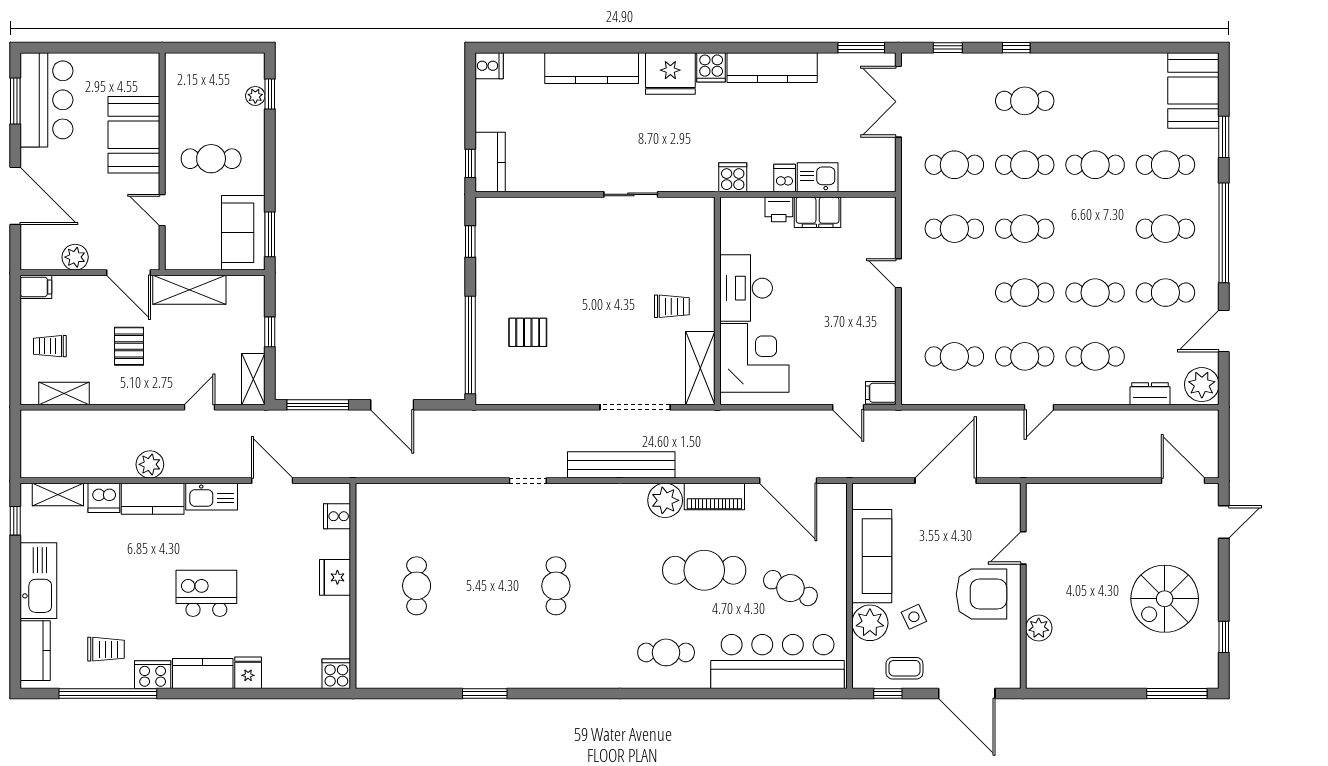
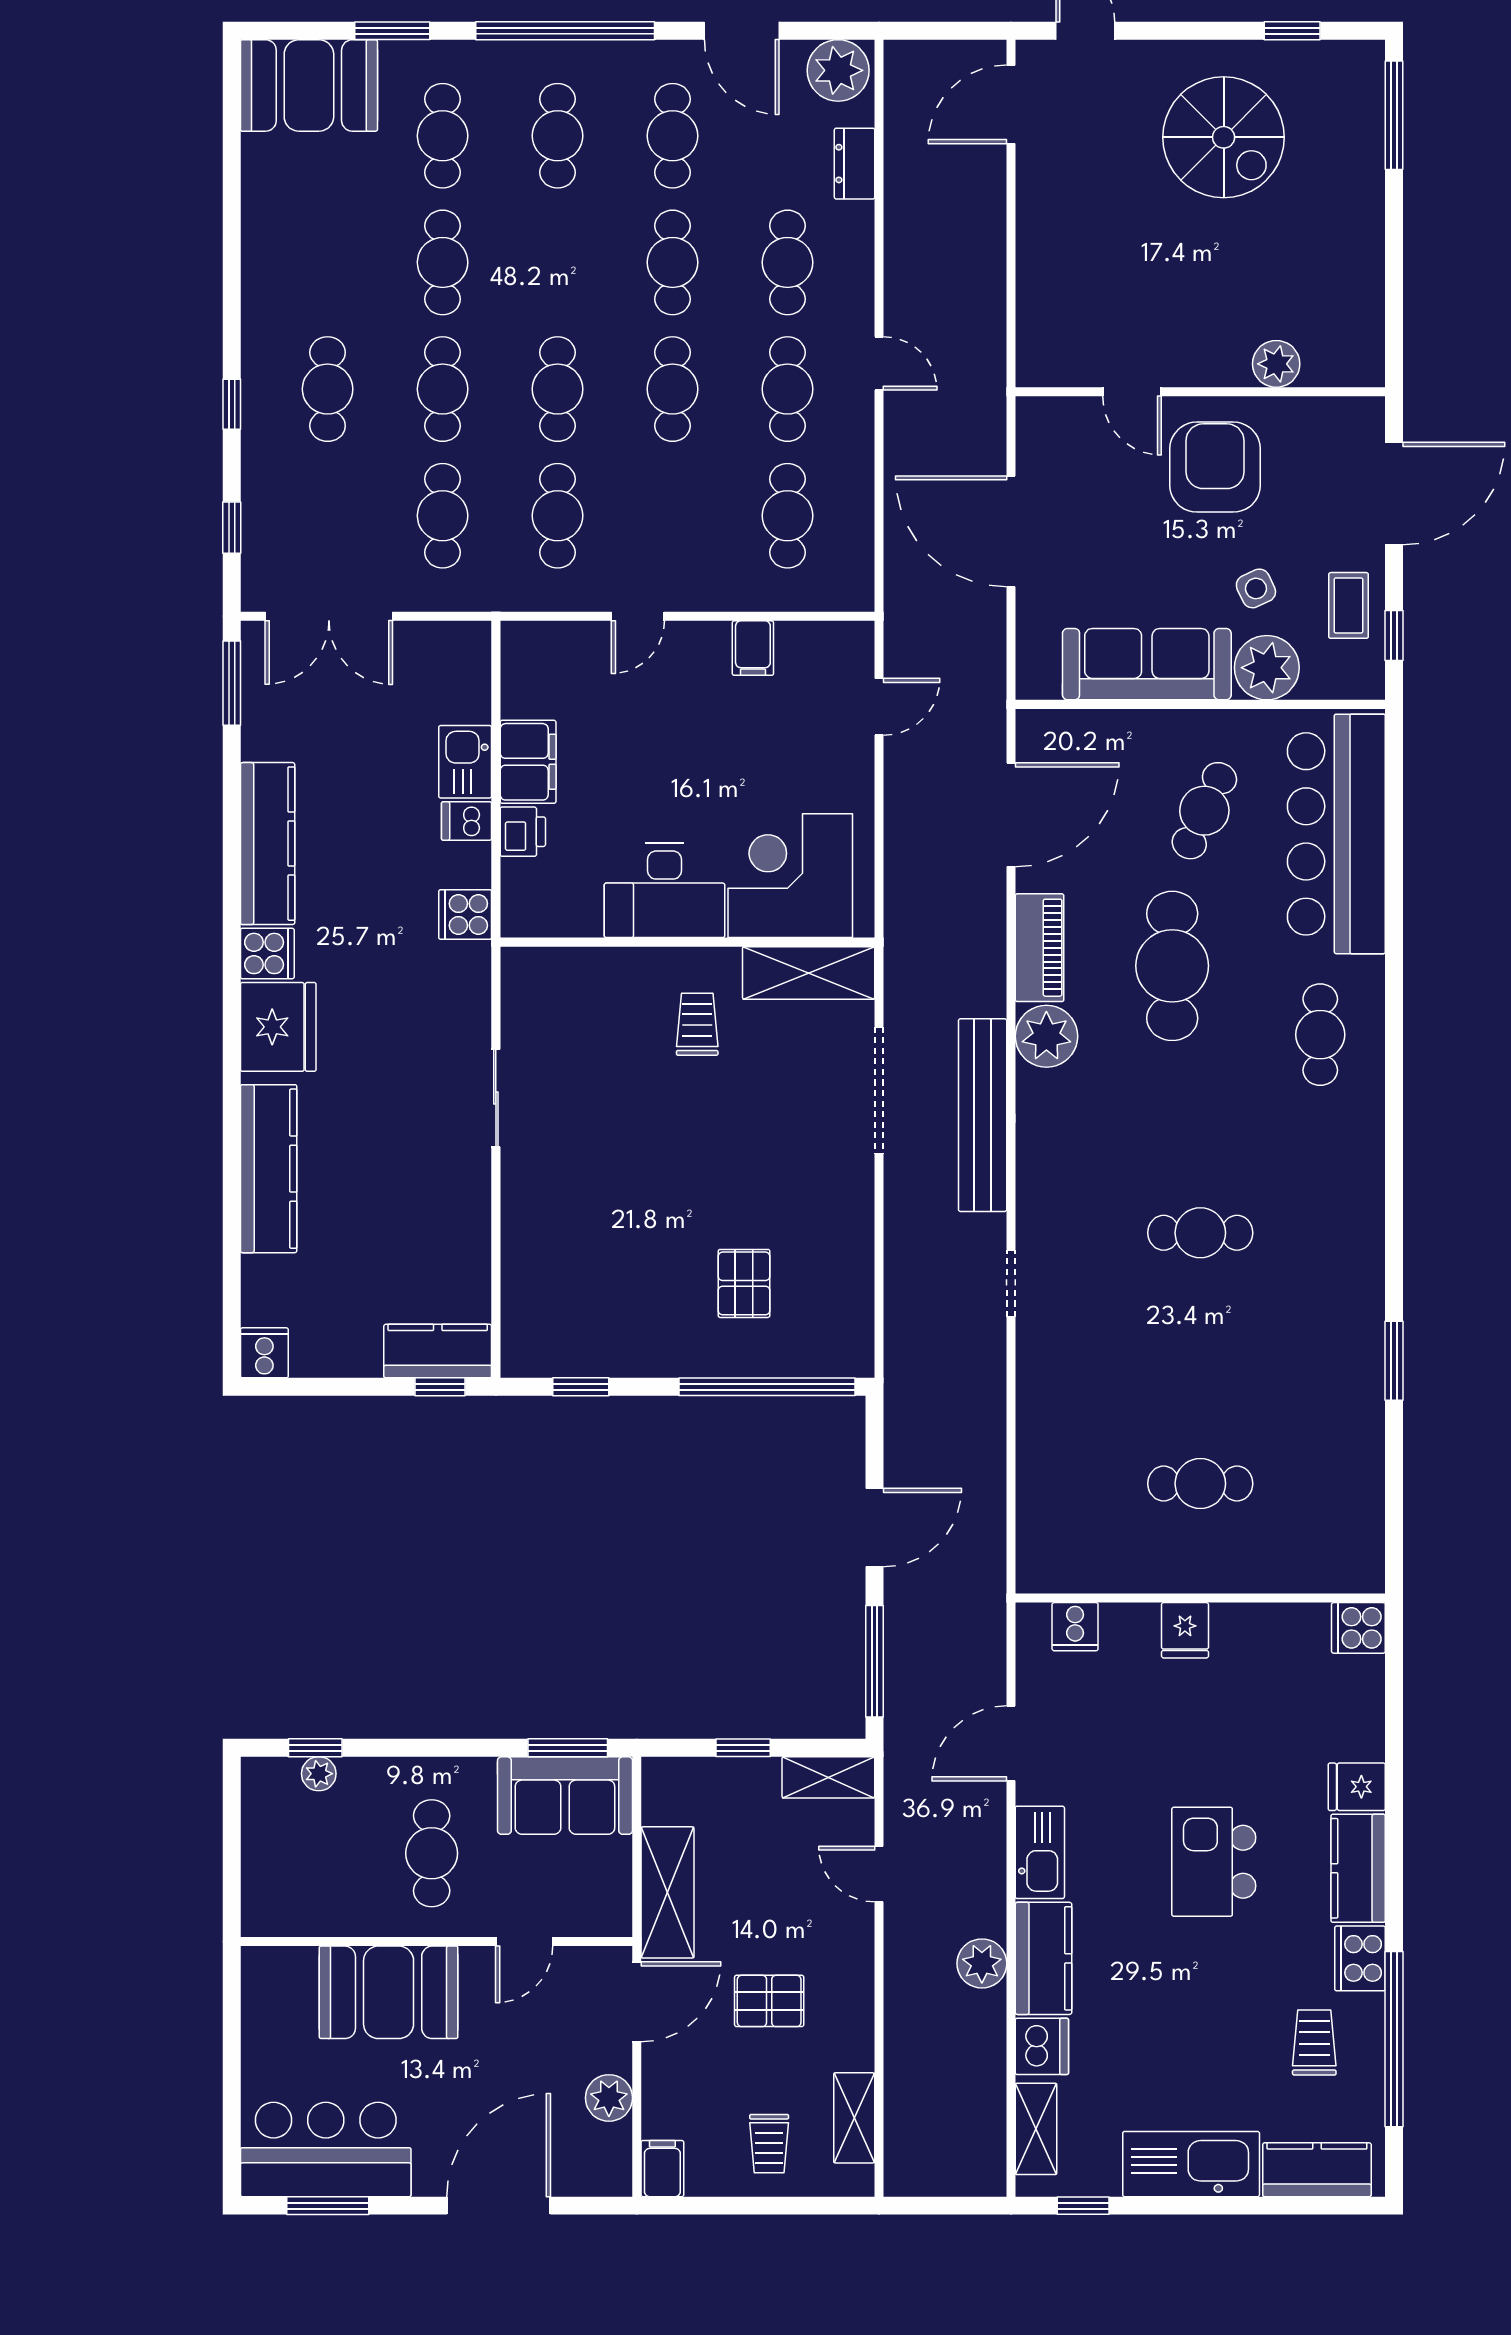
filing cabinet: (881, 393) -> (753, 648), moved
fridge: (335, 577) -> (1185, 1630), width x0.72

